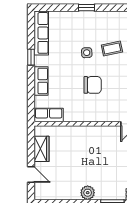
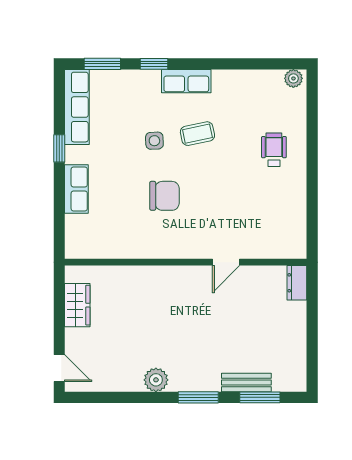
window: (56, 8) -> (102, 64), added
row of seats: (49, 115) -> (186, 81), moved, turned 180
door: (31, 175) -> (59, 368), moved

